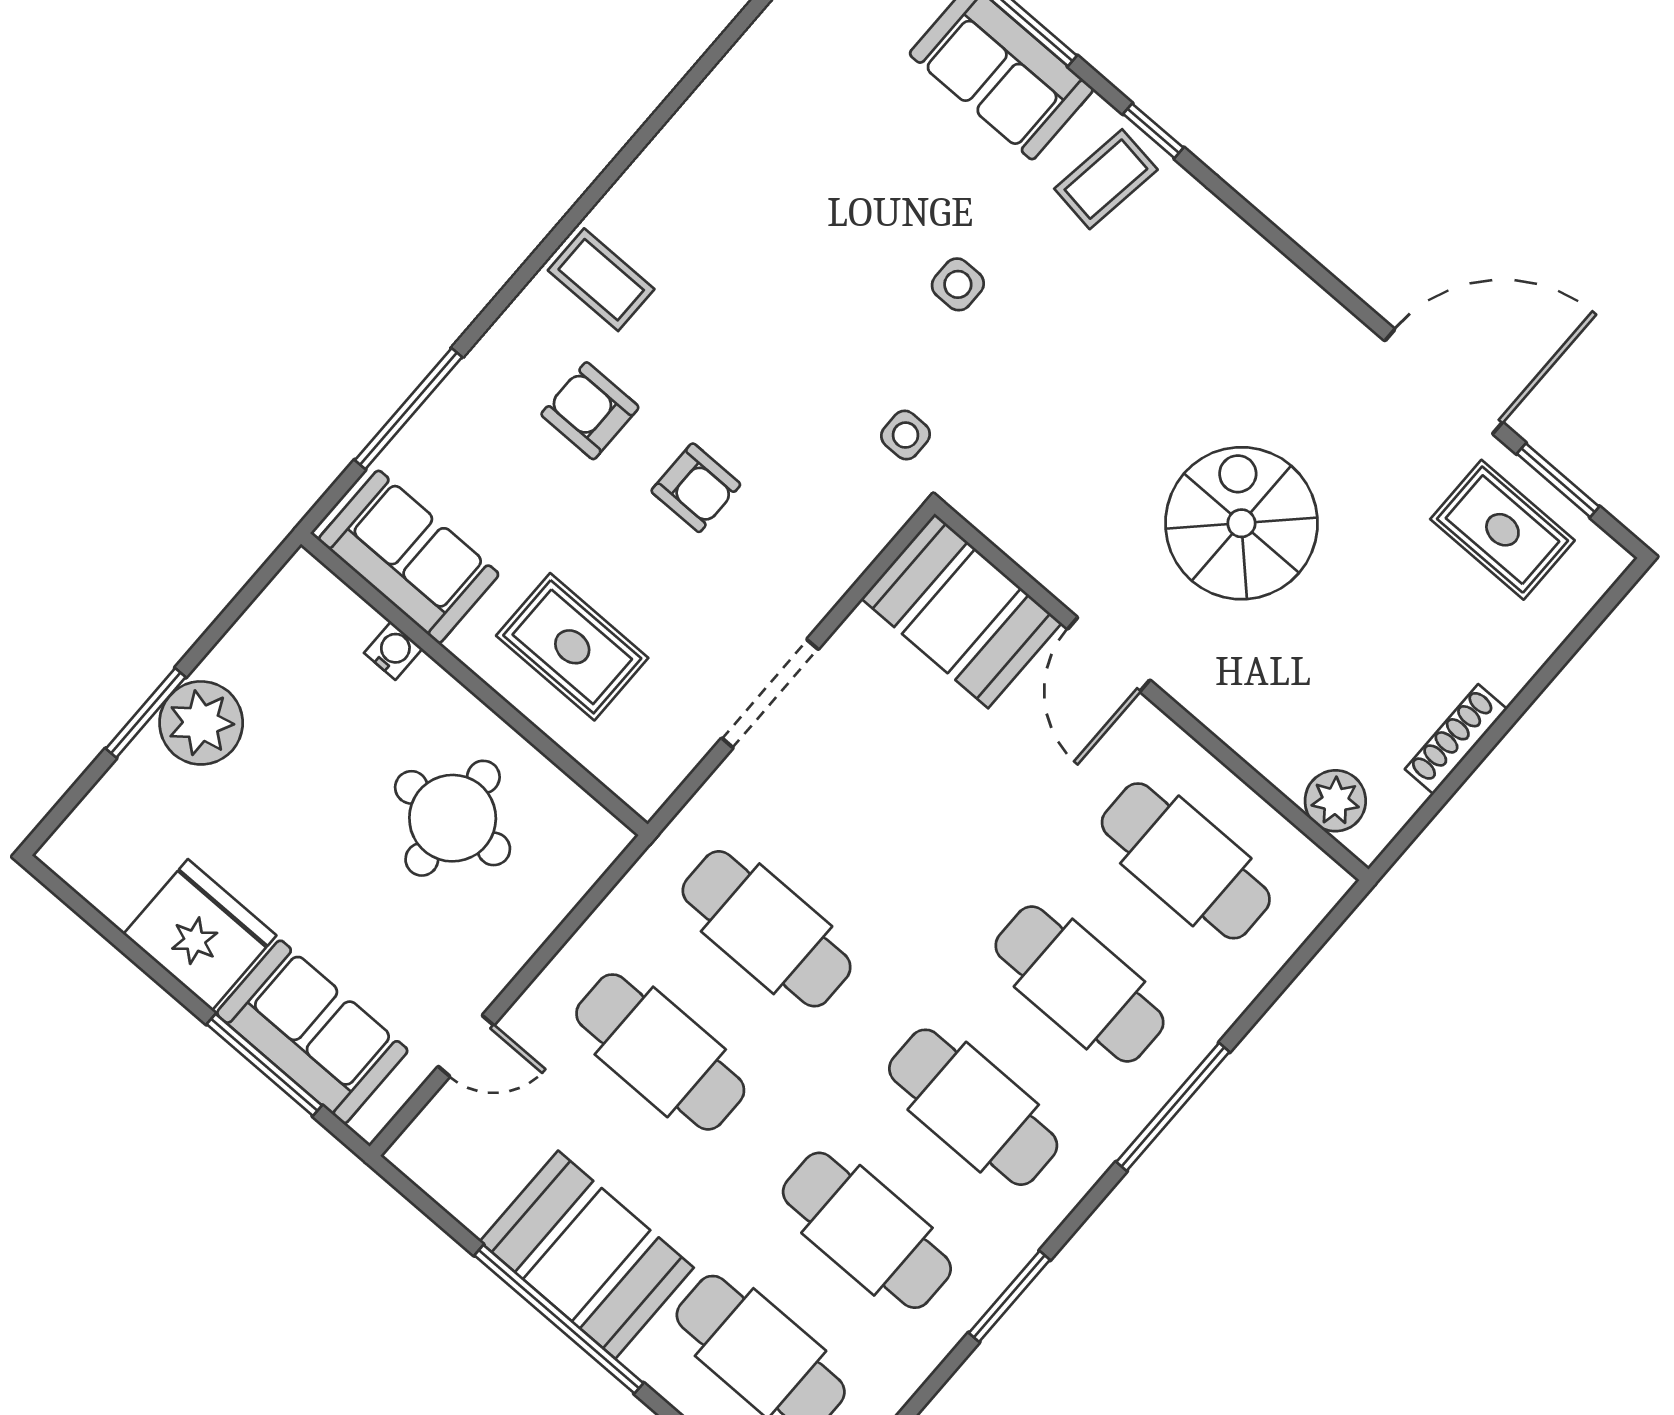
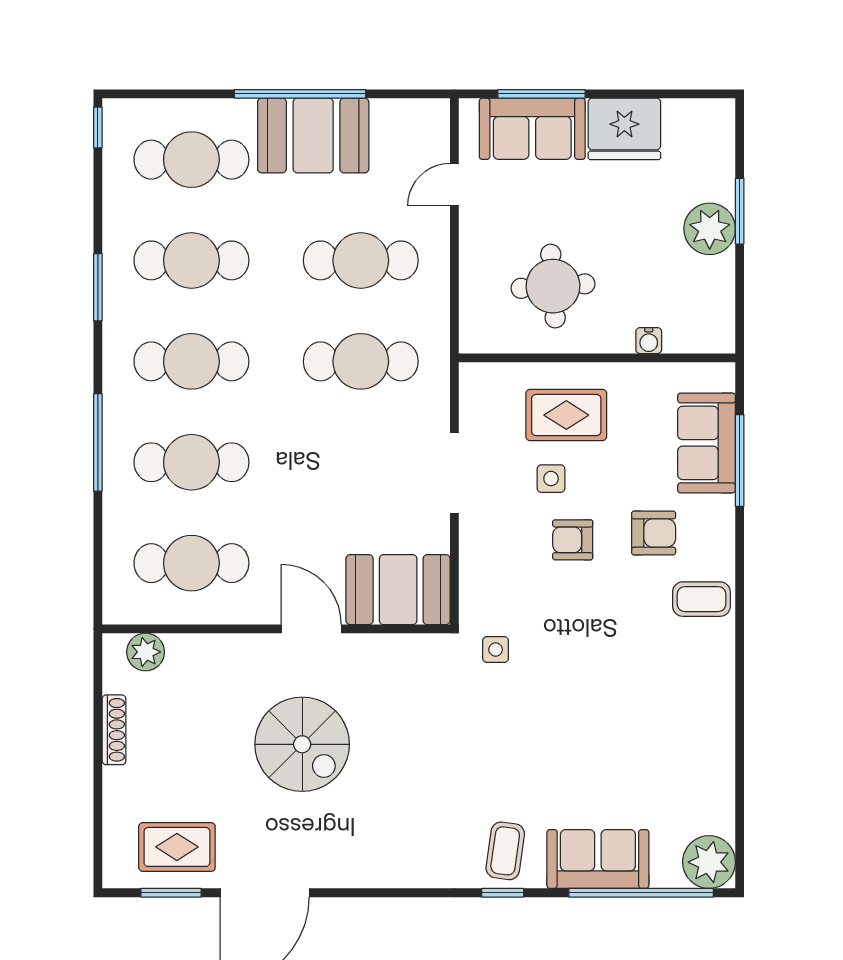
side table: (958, 284) -> (551, 479), moved
sofa: (409, 557) -> (707, 443), moved, turned 90

